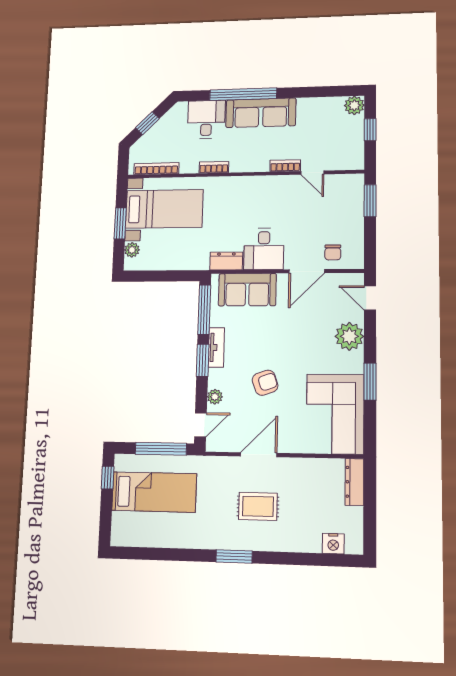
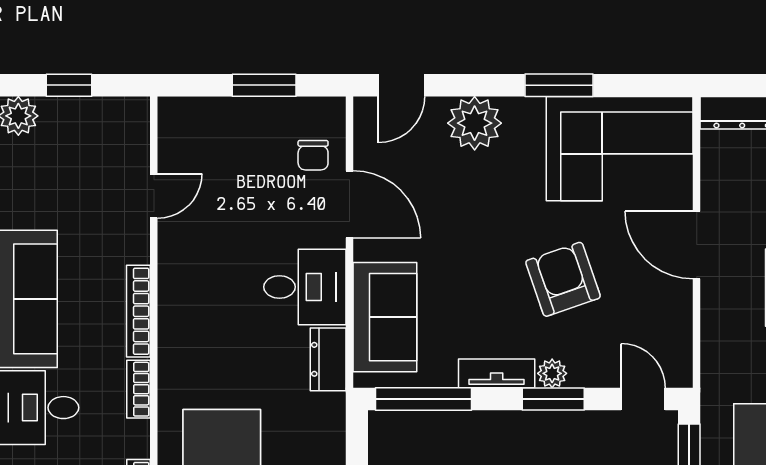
bookcase: (285, 166) -> (138, 311), moved, width x1.56
window: (370, 201) -> (264, 85), moved
chair: (333, 252) -> (313, 155), turned 90
window: (203, 360) -> (553, 399), moved
armchair: (265, 383) -> (563, 279), width x1.38, depth x1.38
plant: (215, 397) -> (552, 373), moved
door: (259, 455) -> (697, 245), moved

